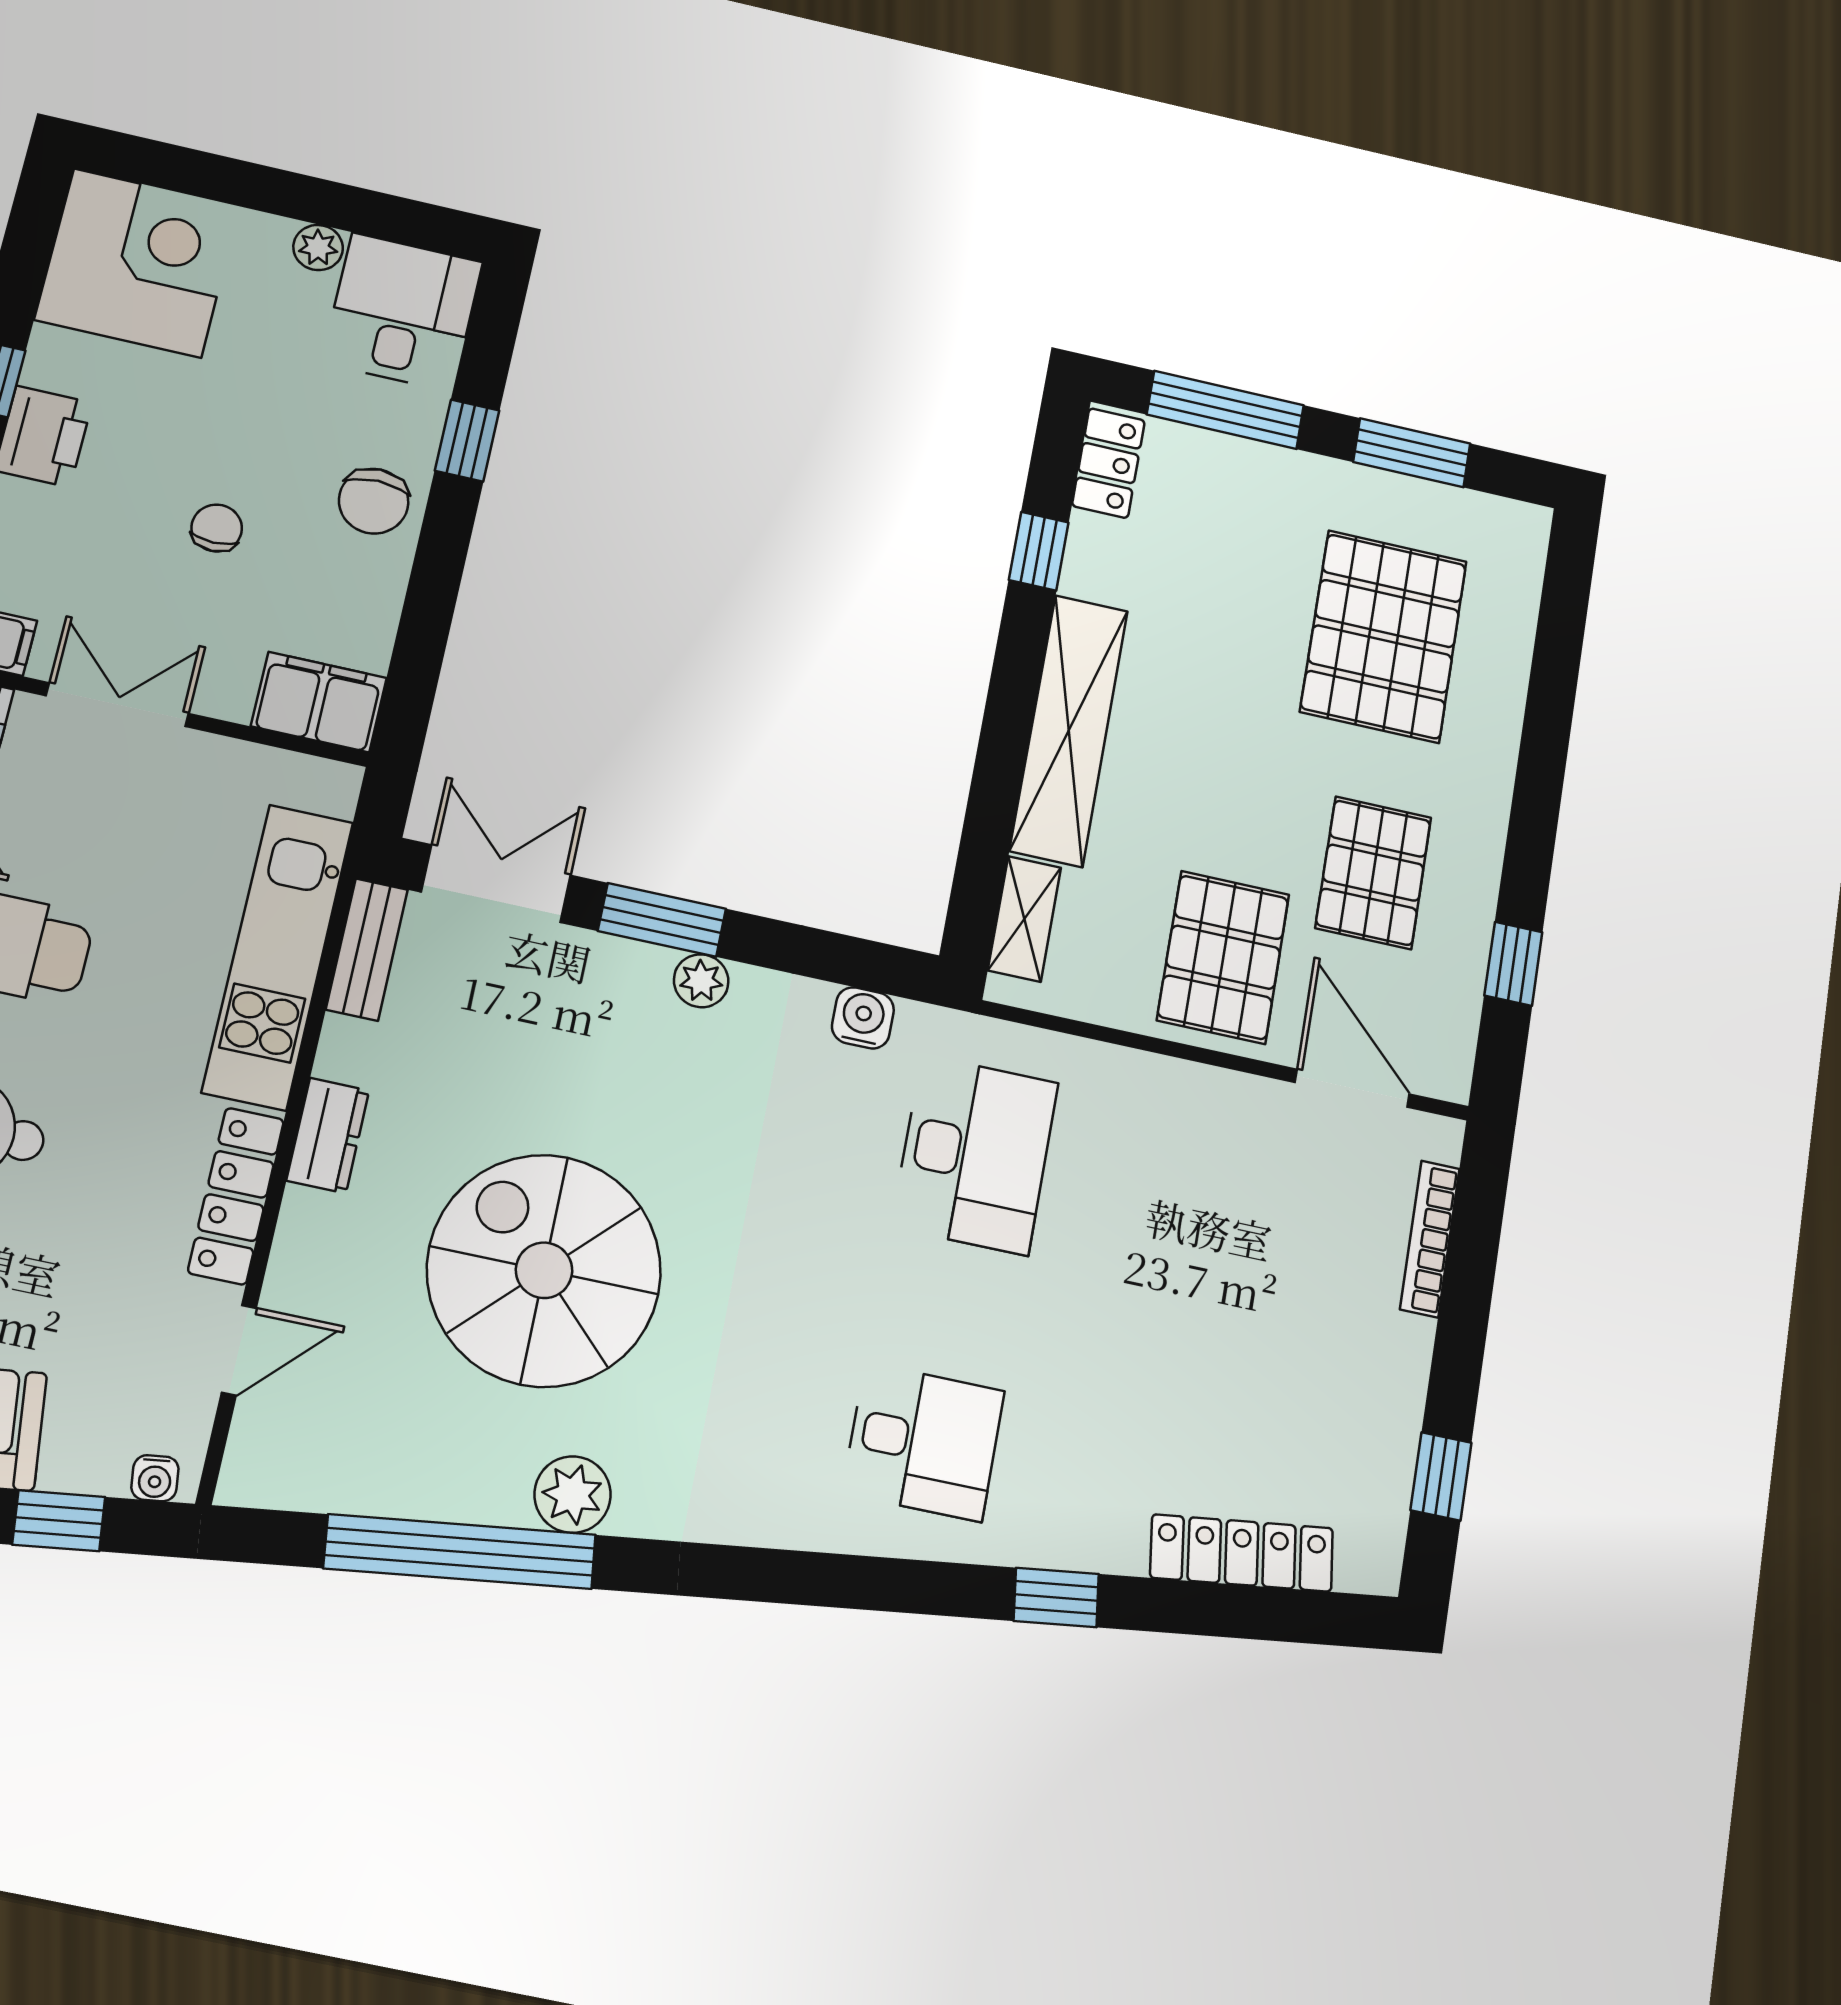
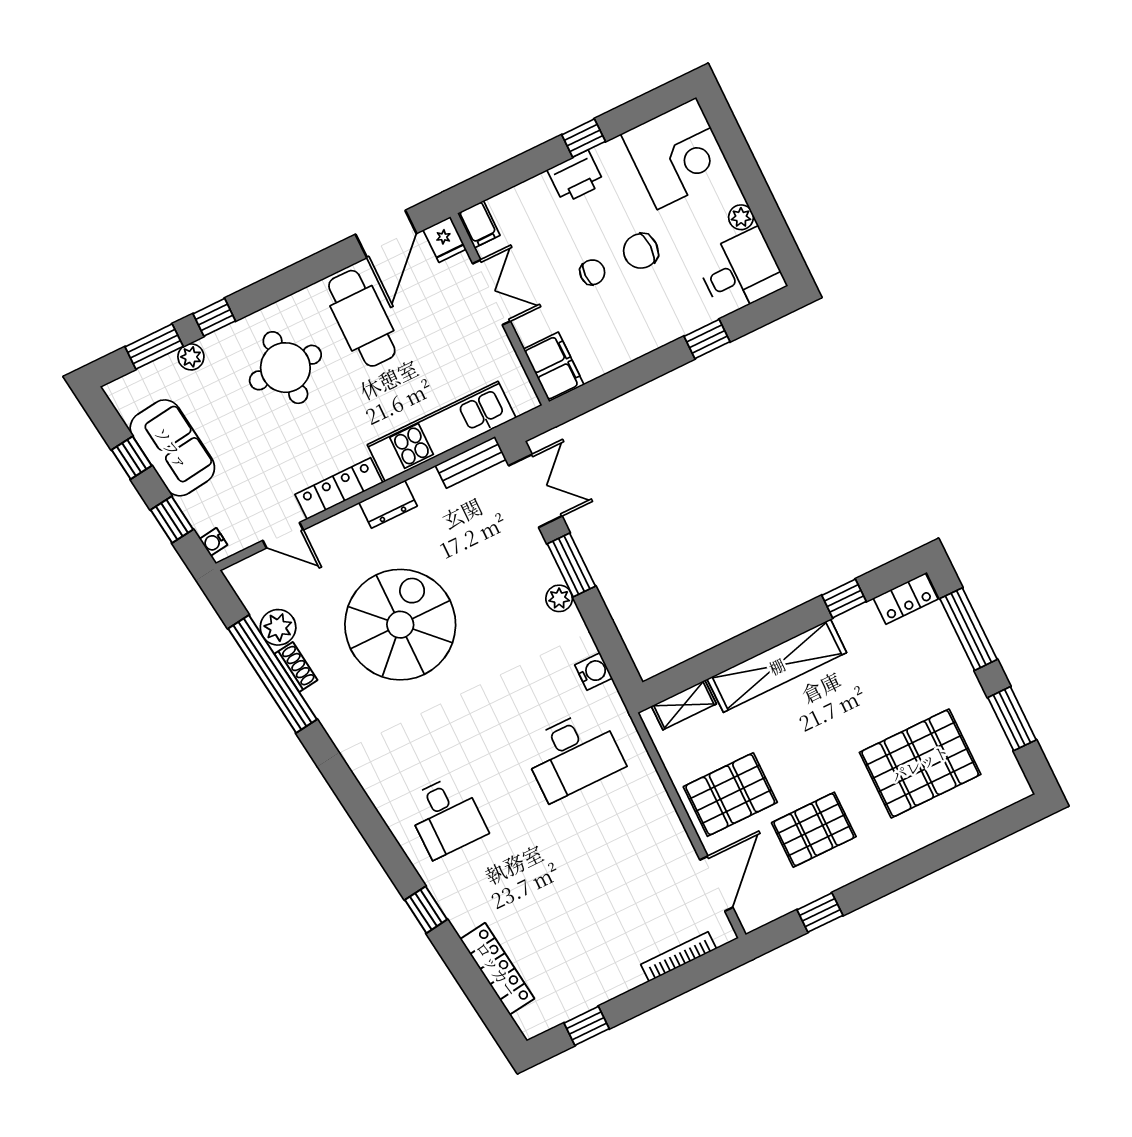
chair: (374, 501) -> (641, 251), moved
plant: (573, 1495) -> (278, 627), moved
shoe rack: (479, 1502) -> (296, 667), added

